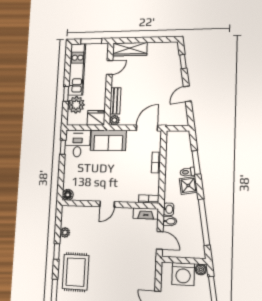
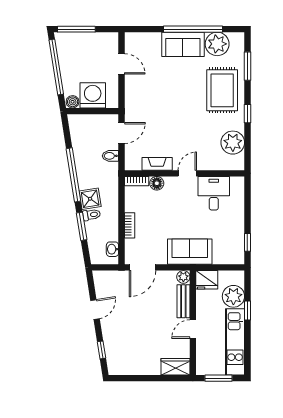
wardrobe: (130, 49) -> (175, 367), width x0.67
door: (110, 67) -> (193, 329), moved
desk: (78, 143) -> (214, 193), moved, turned 180
floor lamp: (68, 195) -> (157, 183), moved
washbasin: (169, 209) -> (112, 249), moved
fireplace: (146, 214) -> (157, 164), moved
window: (204, 222) -> (73, 175), moved
plant: (65, 232) -> (233, 143), width x1.87, depth x1.87
door: (160, 240) -> (122, 133), swing flipped

